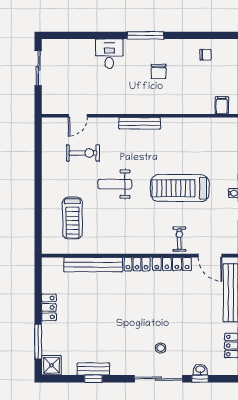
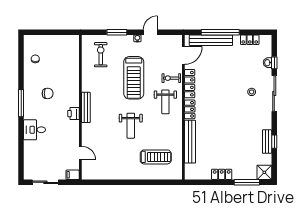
filing cabinet: (222, 105) -> (73, 175), moved
printer: (131, 106) -> (73, 114), added
exercise bike: (83, 153) -> (101, 55), moved
weight bench: (147, 231) -> (165, 102), added

